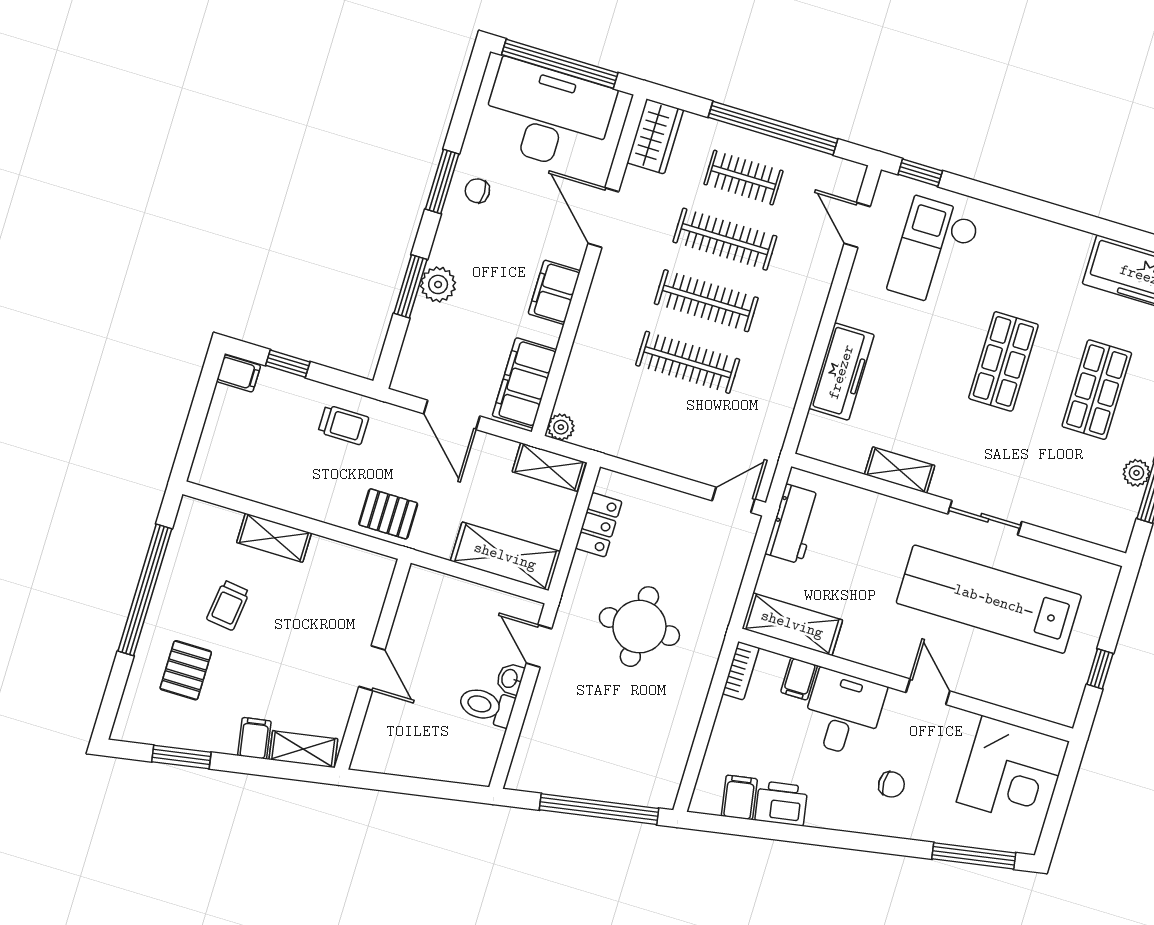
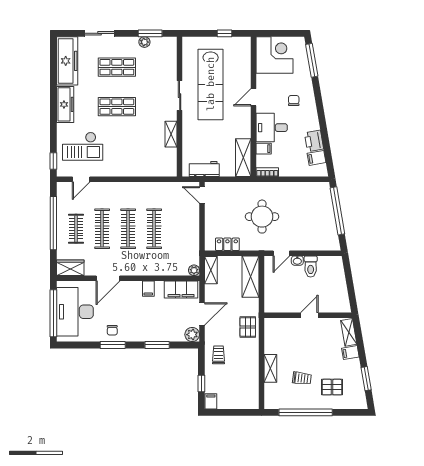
plant: (438, 284) -> (192, 335), moved
filing cabinet: (554, 292) -> (148, 289), width x0.50
freezer: (841, 372) -> (65, 104), moved, turned 90

